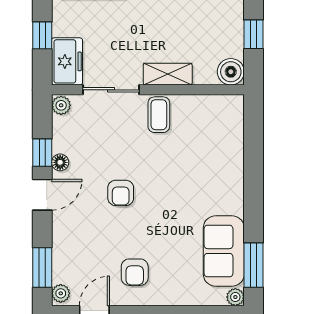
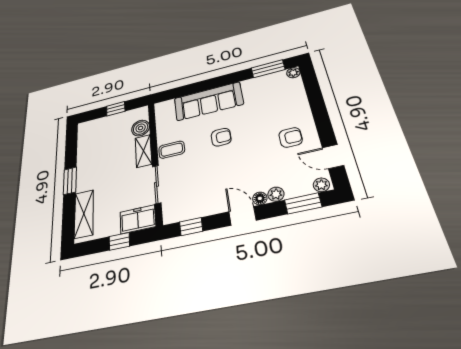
boiler: (231, 72) -> (141, 128), moved
plant: (61, 105) -> (276, 194), moved
window: (42, 153) -> (191, 227), moved
floor lamp: (60, 162) -> (260, 198), moved
armchair: (121, 193) -> (221, 137), moved
sofa: (224, 251) -> (208, 101), moved, width x1.36

